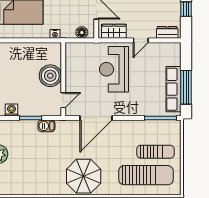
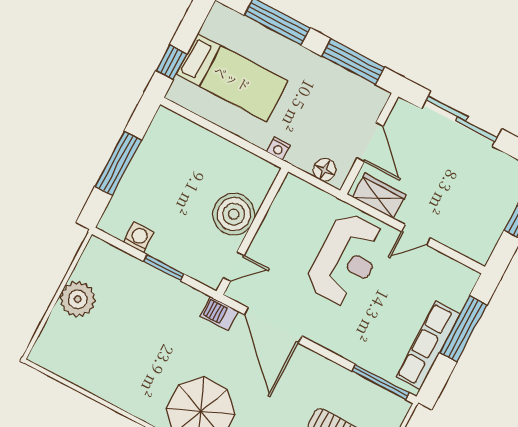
dresser: (167, 32) -> (467, 245), removed
reception desk: (114, 69) -> (346, 260), turned 180
window: (186, 87) -> (463, 329), moved
door: (96, 118) -> (273, 325), hinge flipped
barbecue: (46, 126) -> (219, 314), moved

